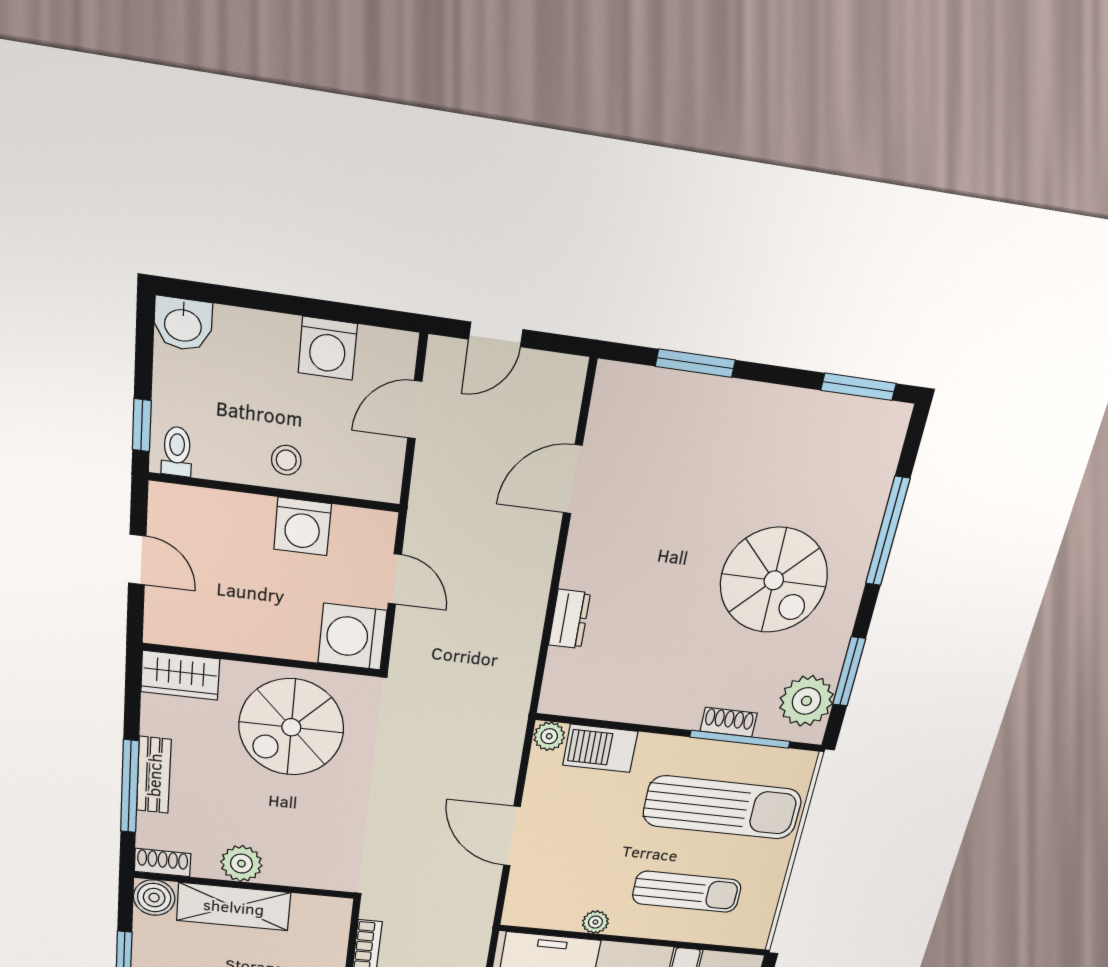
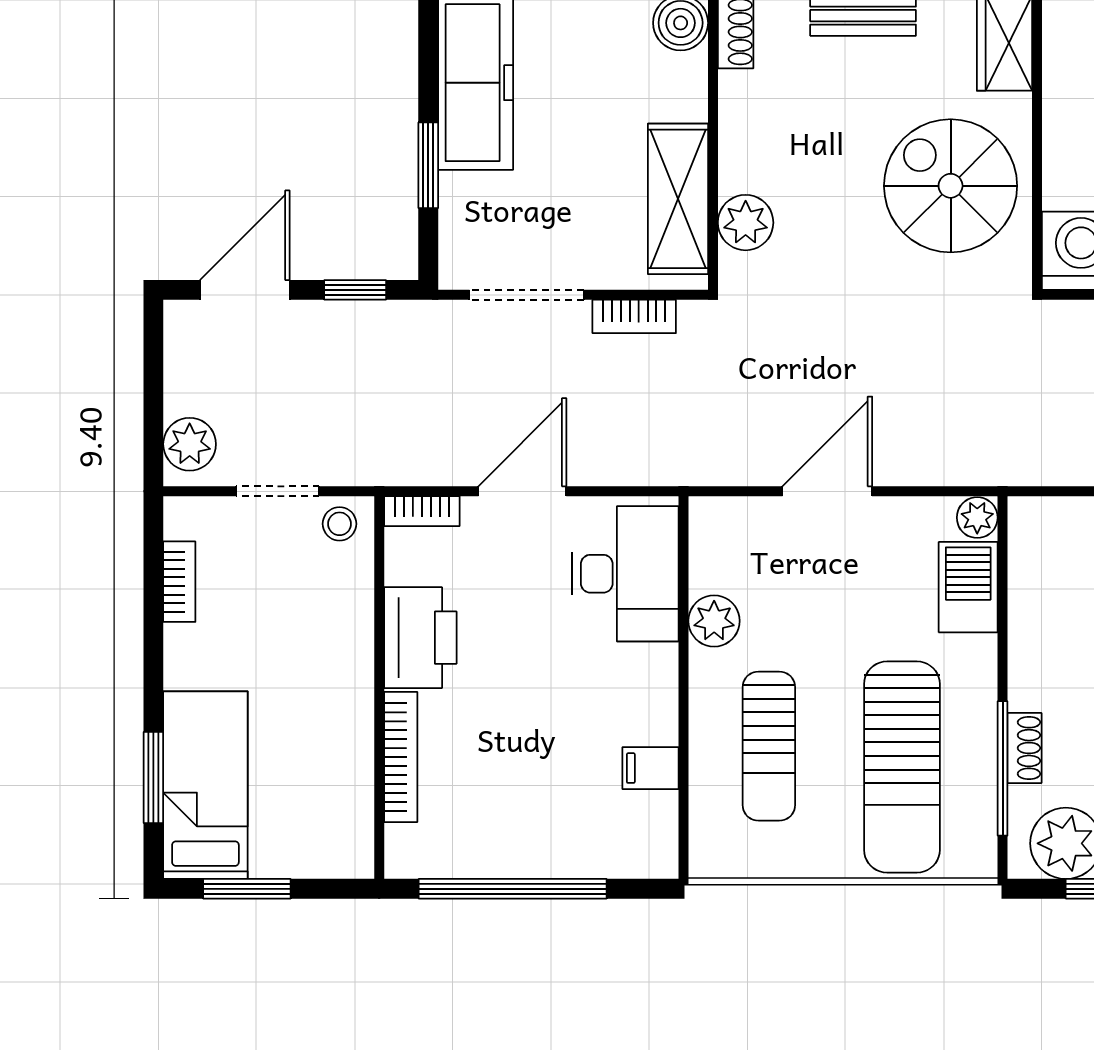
plant: (241, 864) -> (746, 223), moved
shelving: (234, 907) -> (678, 199), moved
plant: (595, 922) -> (714, 621), width x1.38, depth x1.38

